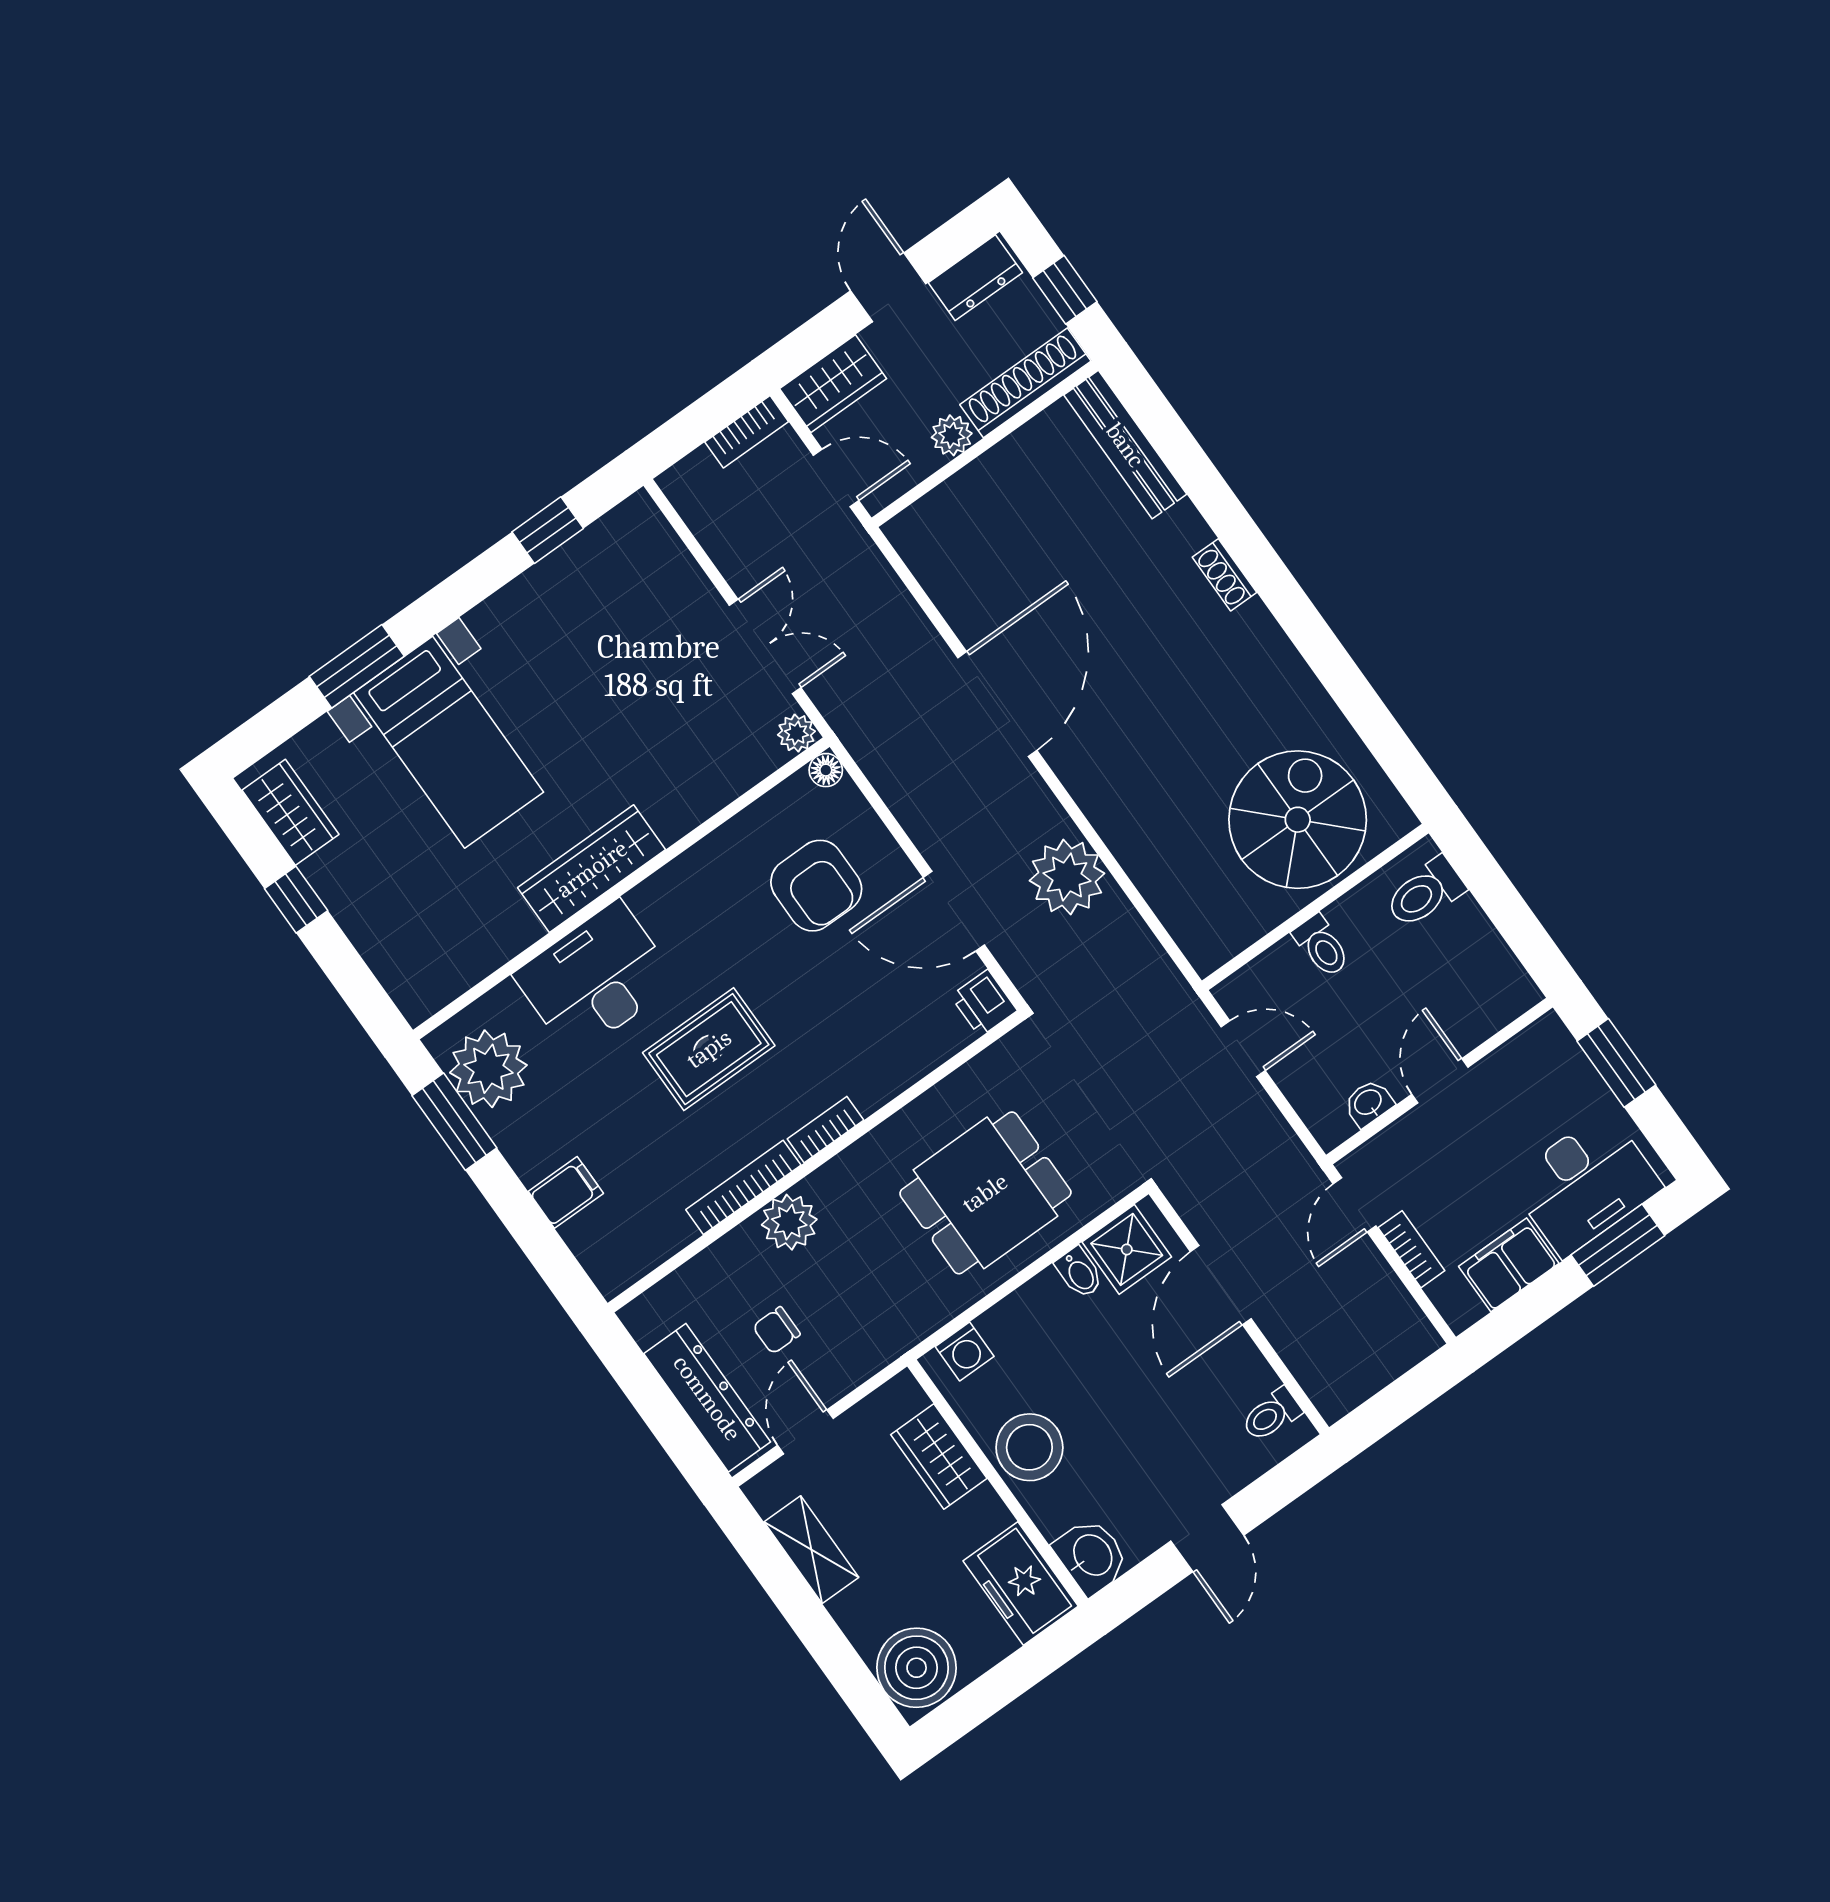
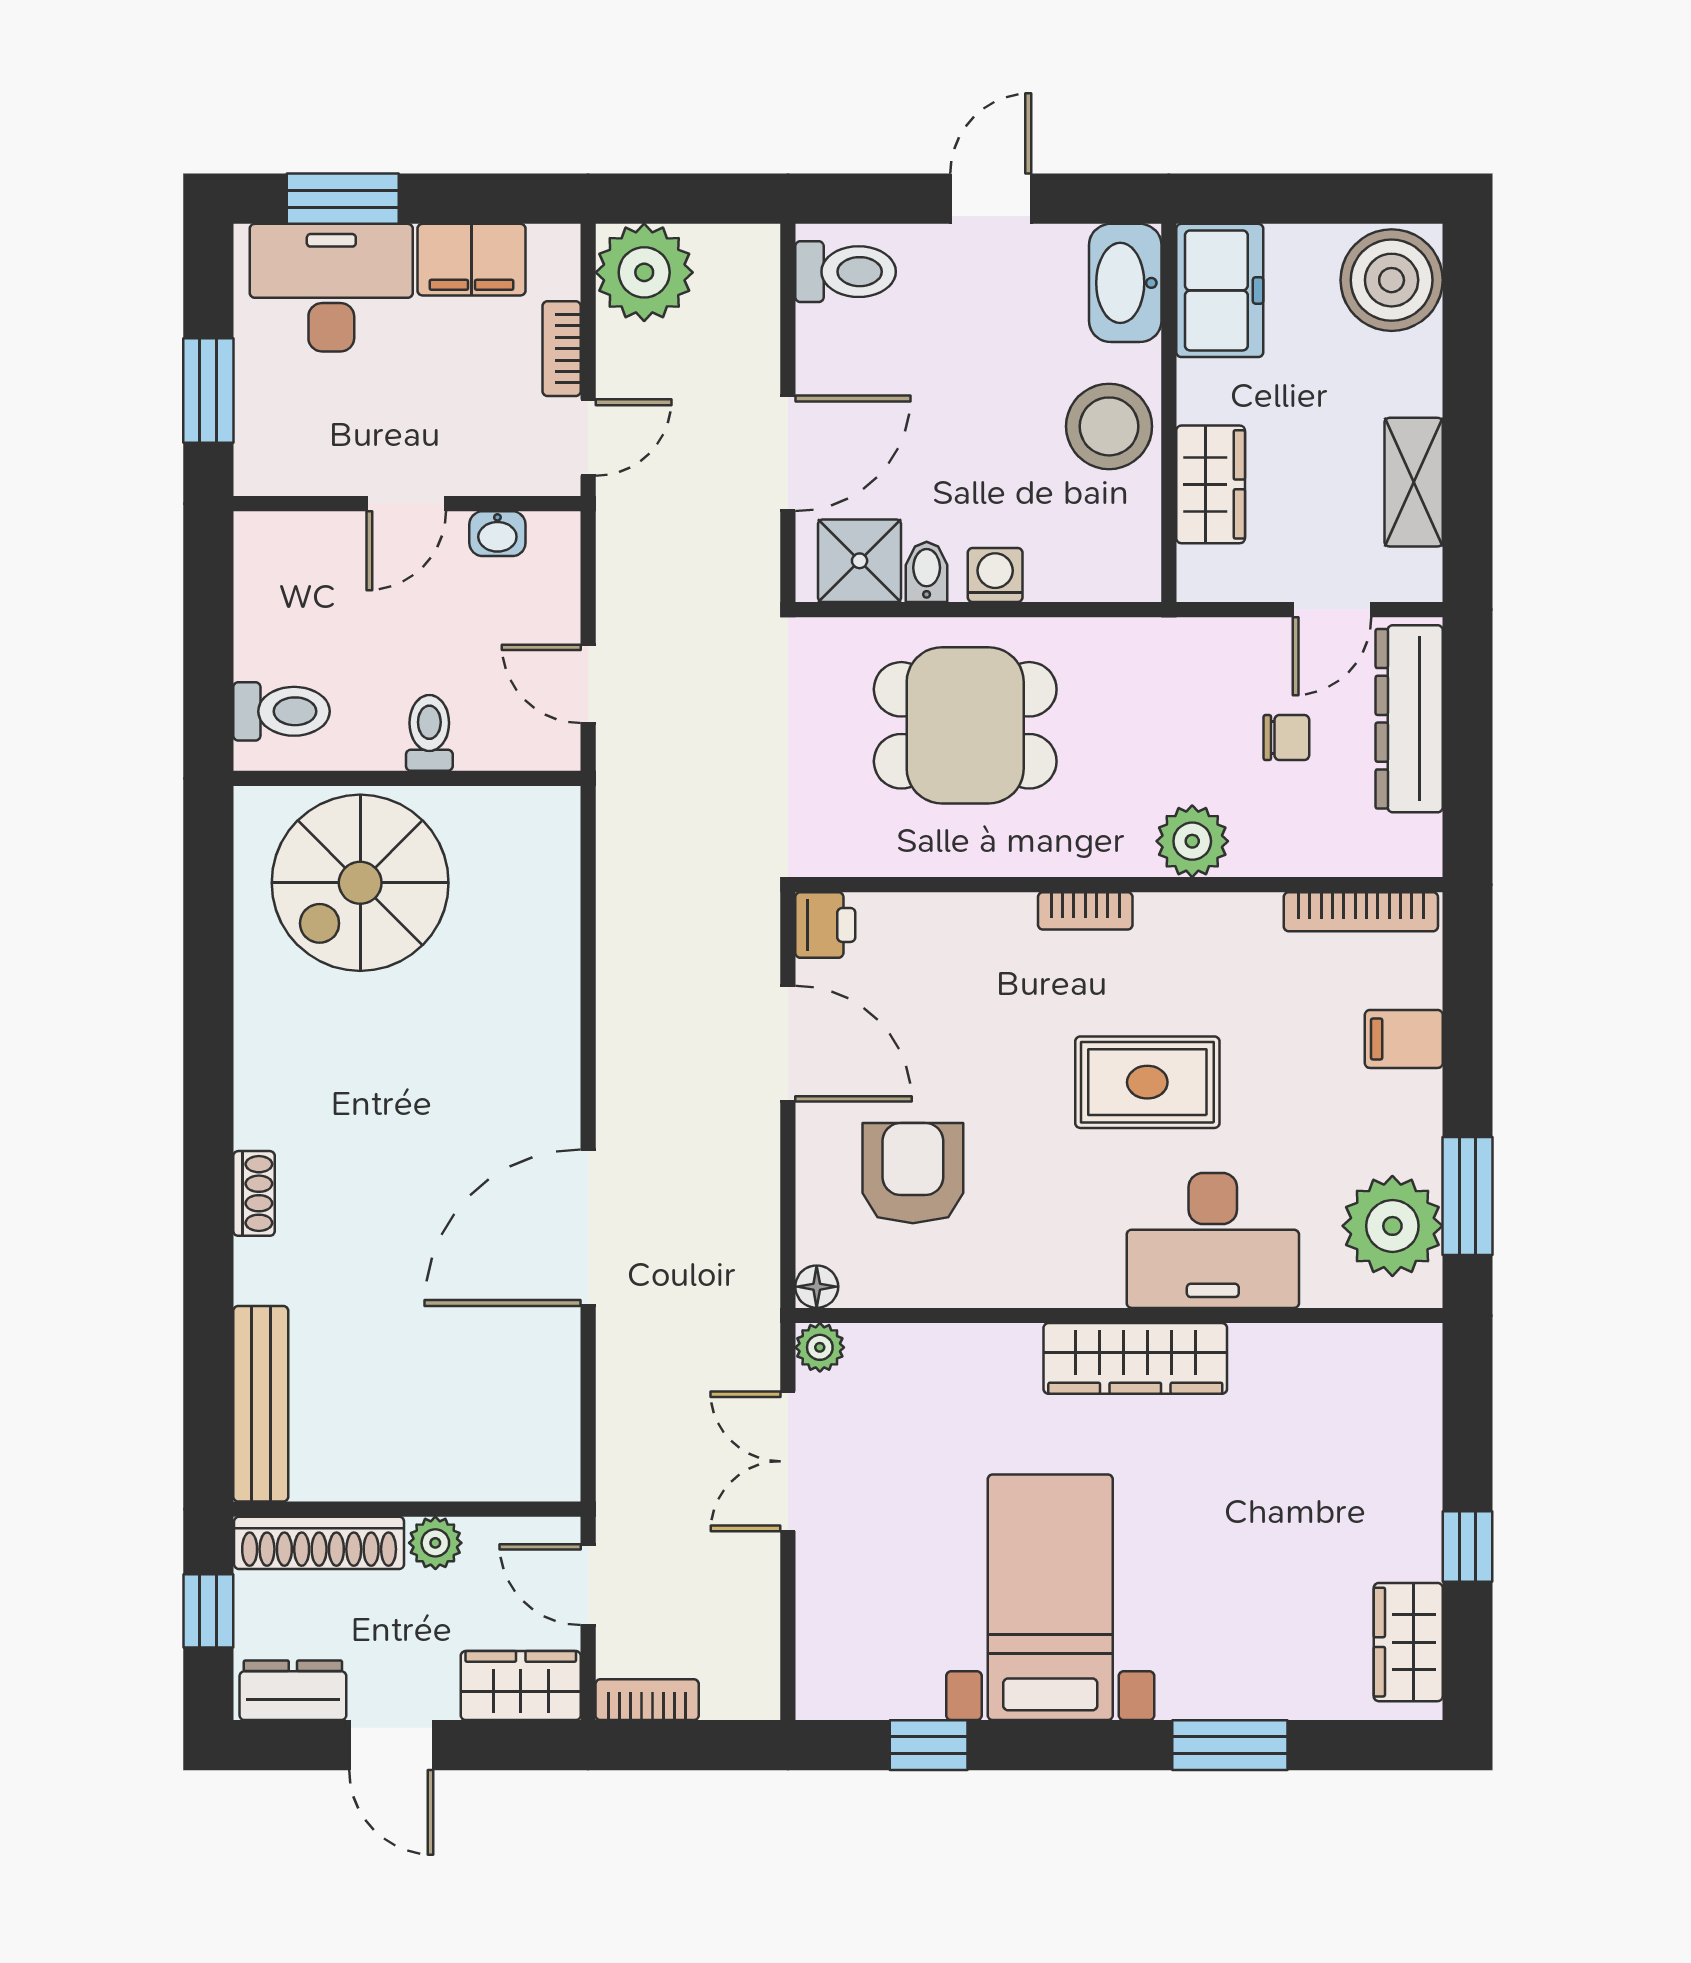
door: (888, 287) -> (391, 1745), hinge flipped
bed with nightstands: (449, 742) -> (1050, 1597), moved
plant: (1067, 877) -> (644, 272), moved
bookcase: (743, 1187) -> (1361, 912), moved
washing machine: (965, 1351) -> (995, 575), moved
toilet: (1271, 1415) -> (846, 272), width x1.37, depth x1.39
washbasin: (1091, 1556) -> (1125, 283), width x1.38

